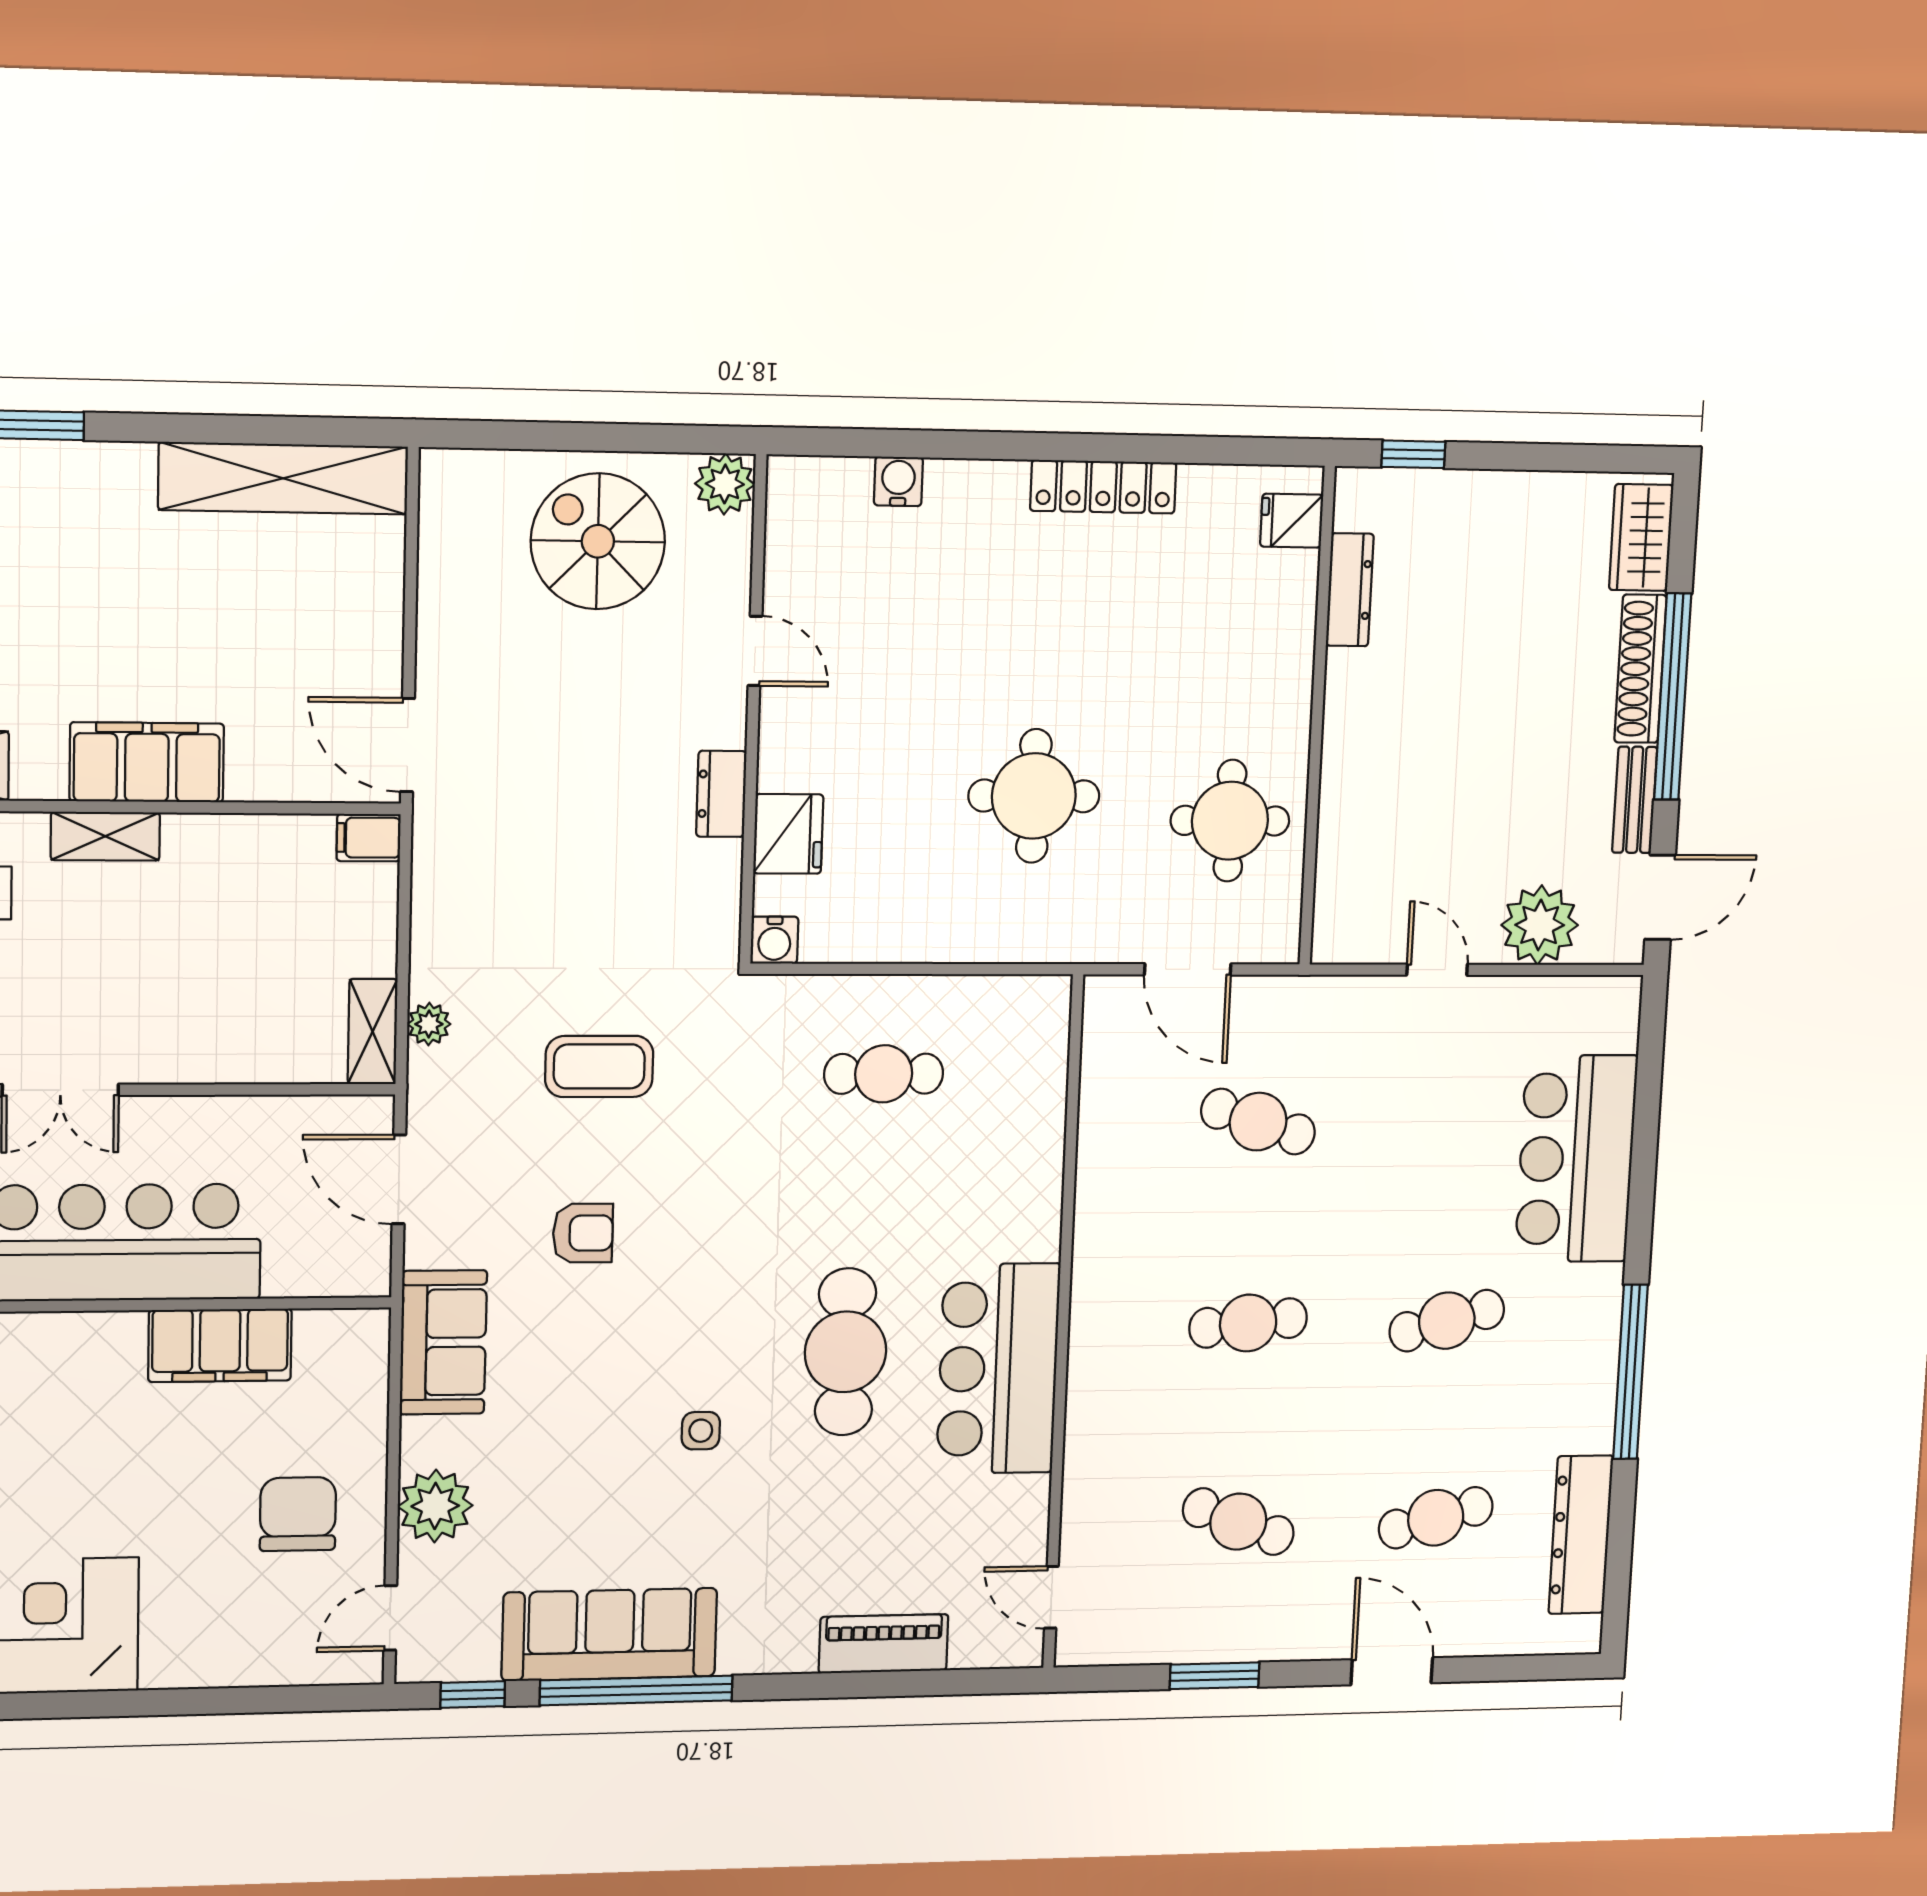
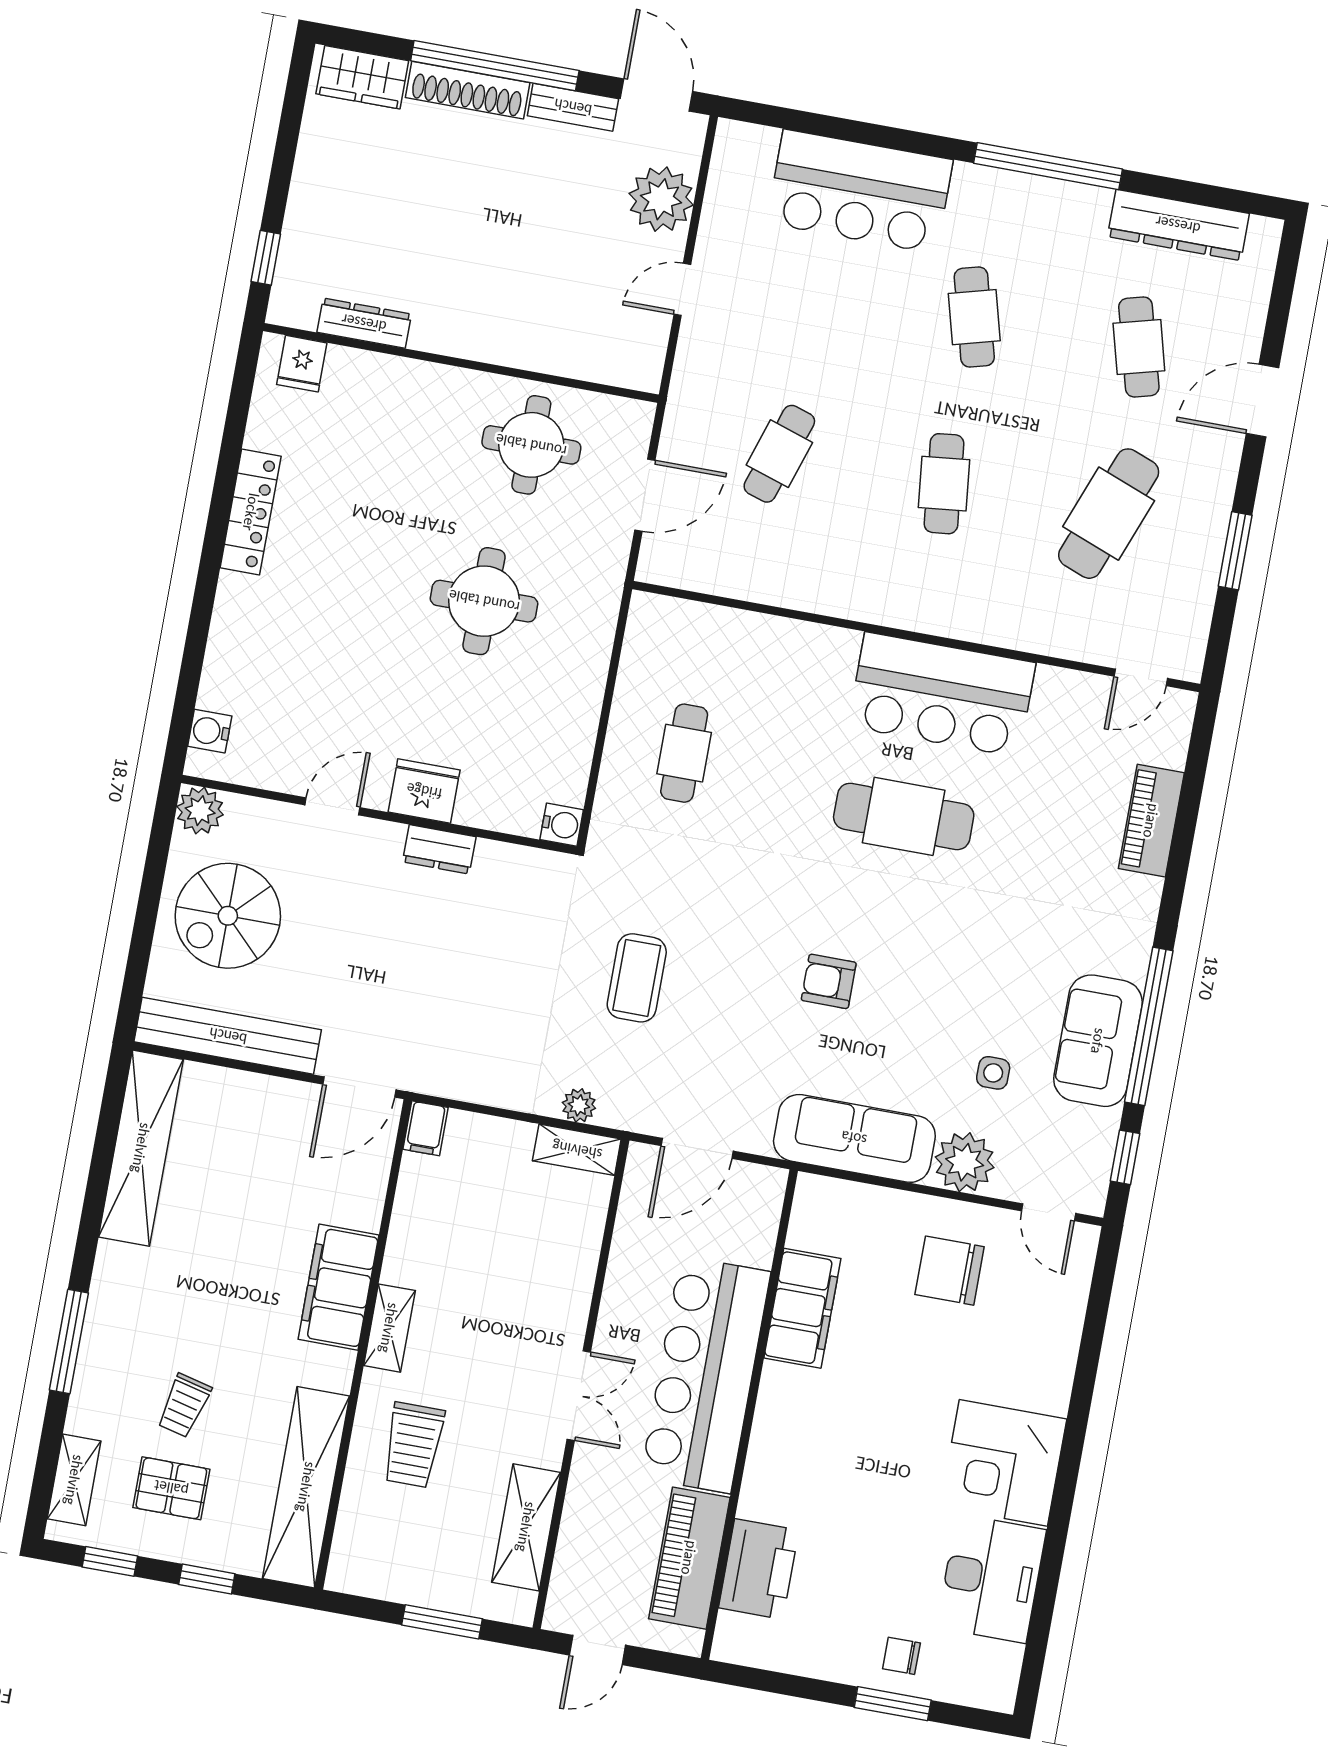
water cooler: (898, 481) -> (210, 731), moved
bench: (446, 566) -> (228, 1036), added
fridge: (788, 834) -> (424, 791), moved
armchair: (583, 1233) -> (829, 981), moved, turned -90
sofa: (443, 1342) -> (854, 1138), width x1.36
side table: (701, 1431) -> (993, 1073), moved
cafe table: (1238, 1522) -> (1109, 514), width x1.37, depth x1.35
sofa: (609, 1634) -> (1098, 1041), width x0.73

